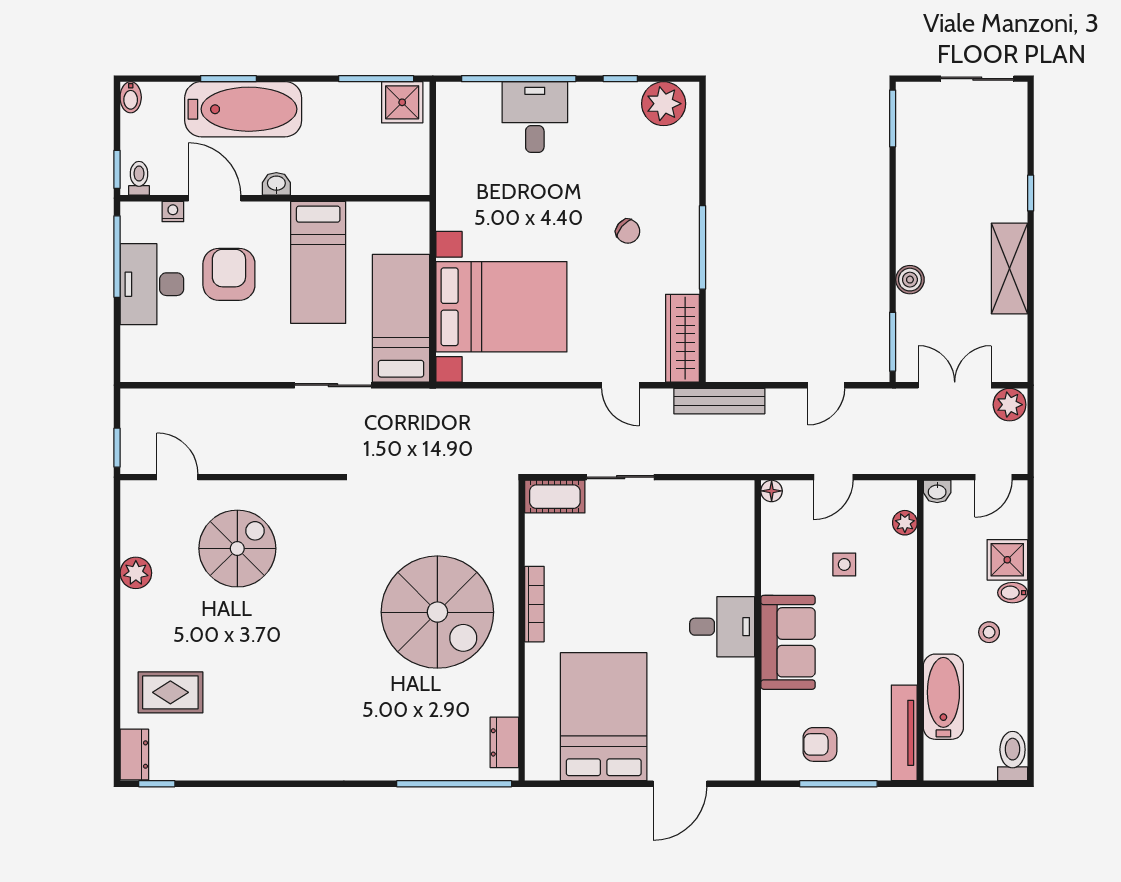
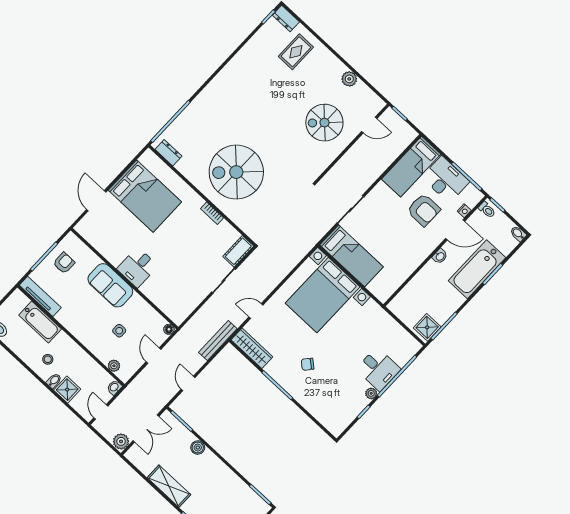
plant: (664, 104) -> (371, 393), moved, width x0.53, depth x0.53
bed: (318, 262) -> (411, 167), moved, turned -90
spiral stairs: (237, 549) -> (324, 123), turned 90
bookcase: (534, 604) -> (212, 213), width x0.64

